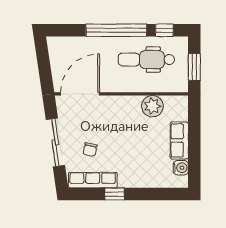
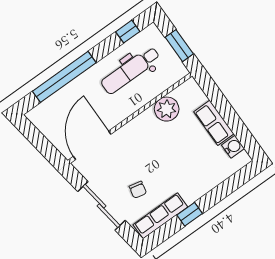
window: (116, 30) -> (64, 77), moved

